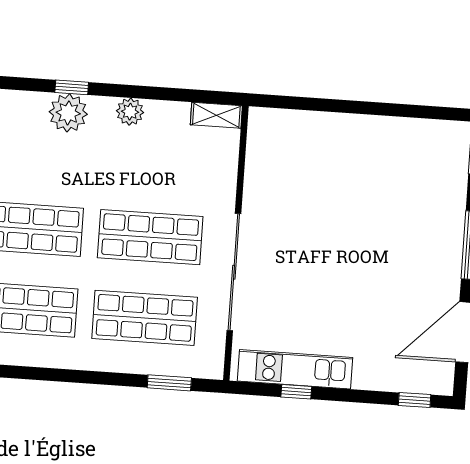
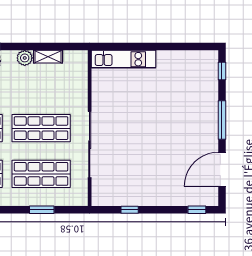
shelving: (216, 115) -> (48, 57), moved
kitchen unit: (295, 369) -> (124, 59), moved, turned 180
window: (169, 383) -> (42, 210), moved

